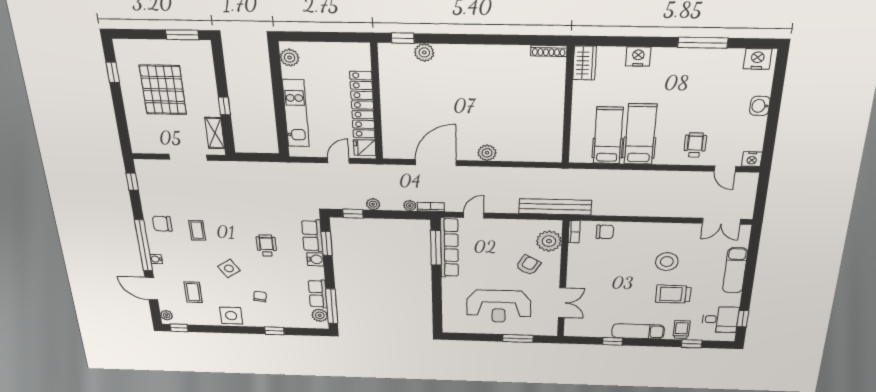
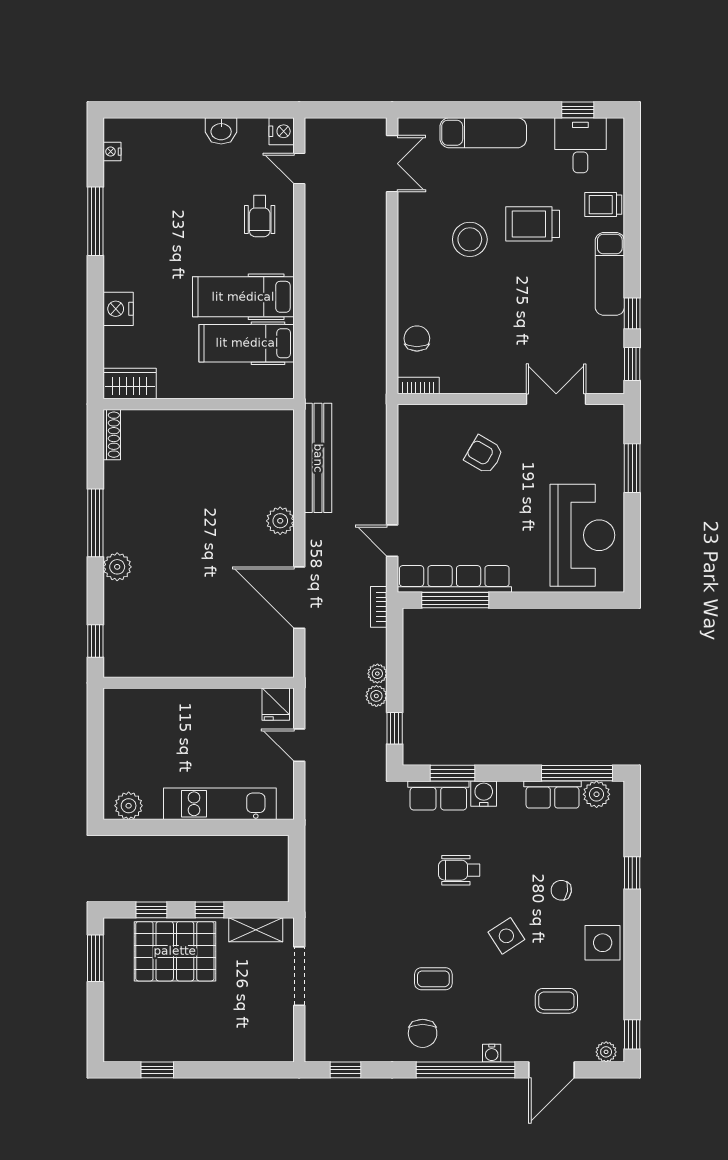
window: (486, 39) -> (95, 523), added
plant: (424, 52) -> (117, 567), moved
nightstand: (758, 59) -> (112, 152), width x0.53, depth x0.56
window: (220, 71) -> (151, 910), added
pallet: (163, 90) -> (175, 951), moved
locker: (362, 105) -> (204, 704), removed
washbasin: (760, 106) -> (221, 131), moved
wheelchair: (695, 145) -> (260, 216), turned -90
door: (725, 169) -> (299, 168), swing flipped
plant: (410, 206) -> (377, 674), moved
bench: (555, 207) -> (318, 458), moved
plant: (549, 241) -> (437, 424), removed
trolley: (673, 294) -> (533, 224), turned 90
reception desk: (499, 306) -> (582, 535), moved
window: (692, 344) -> (632, 364), moved

